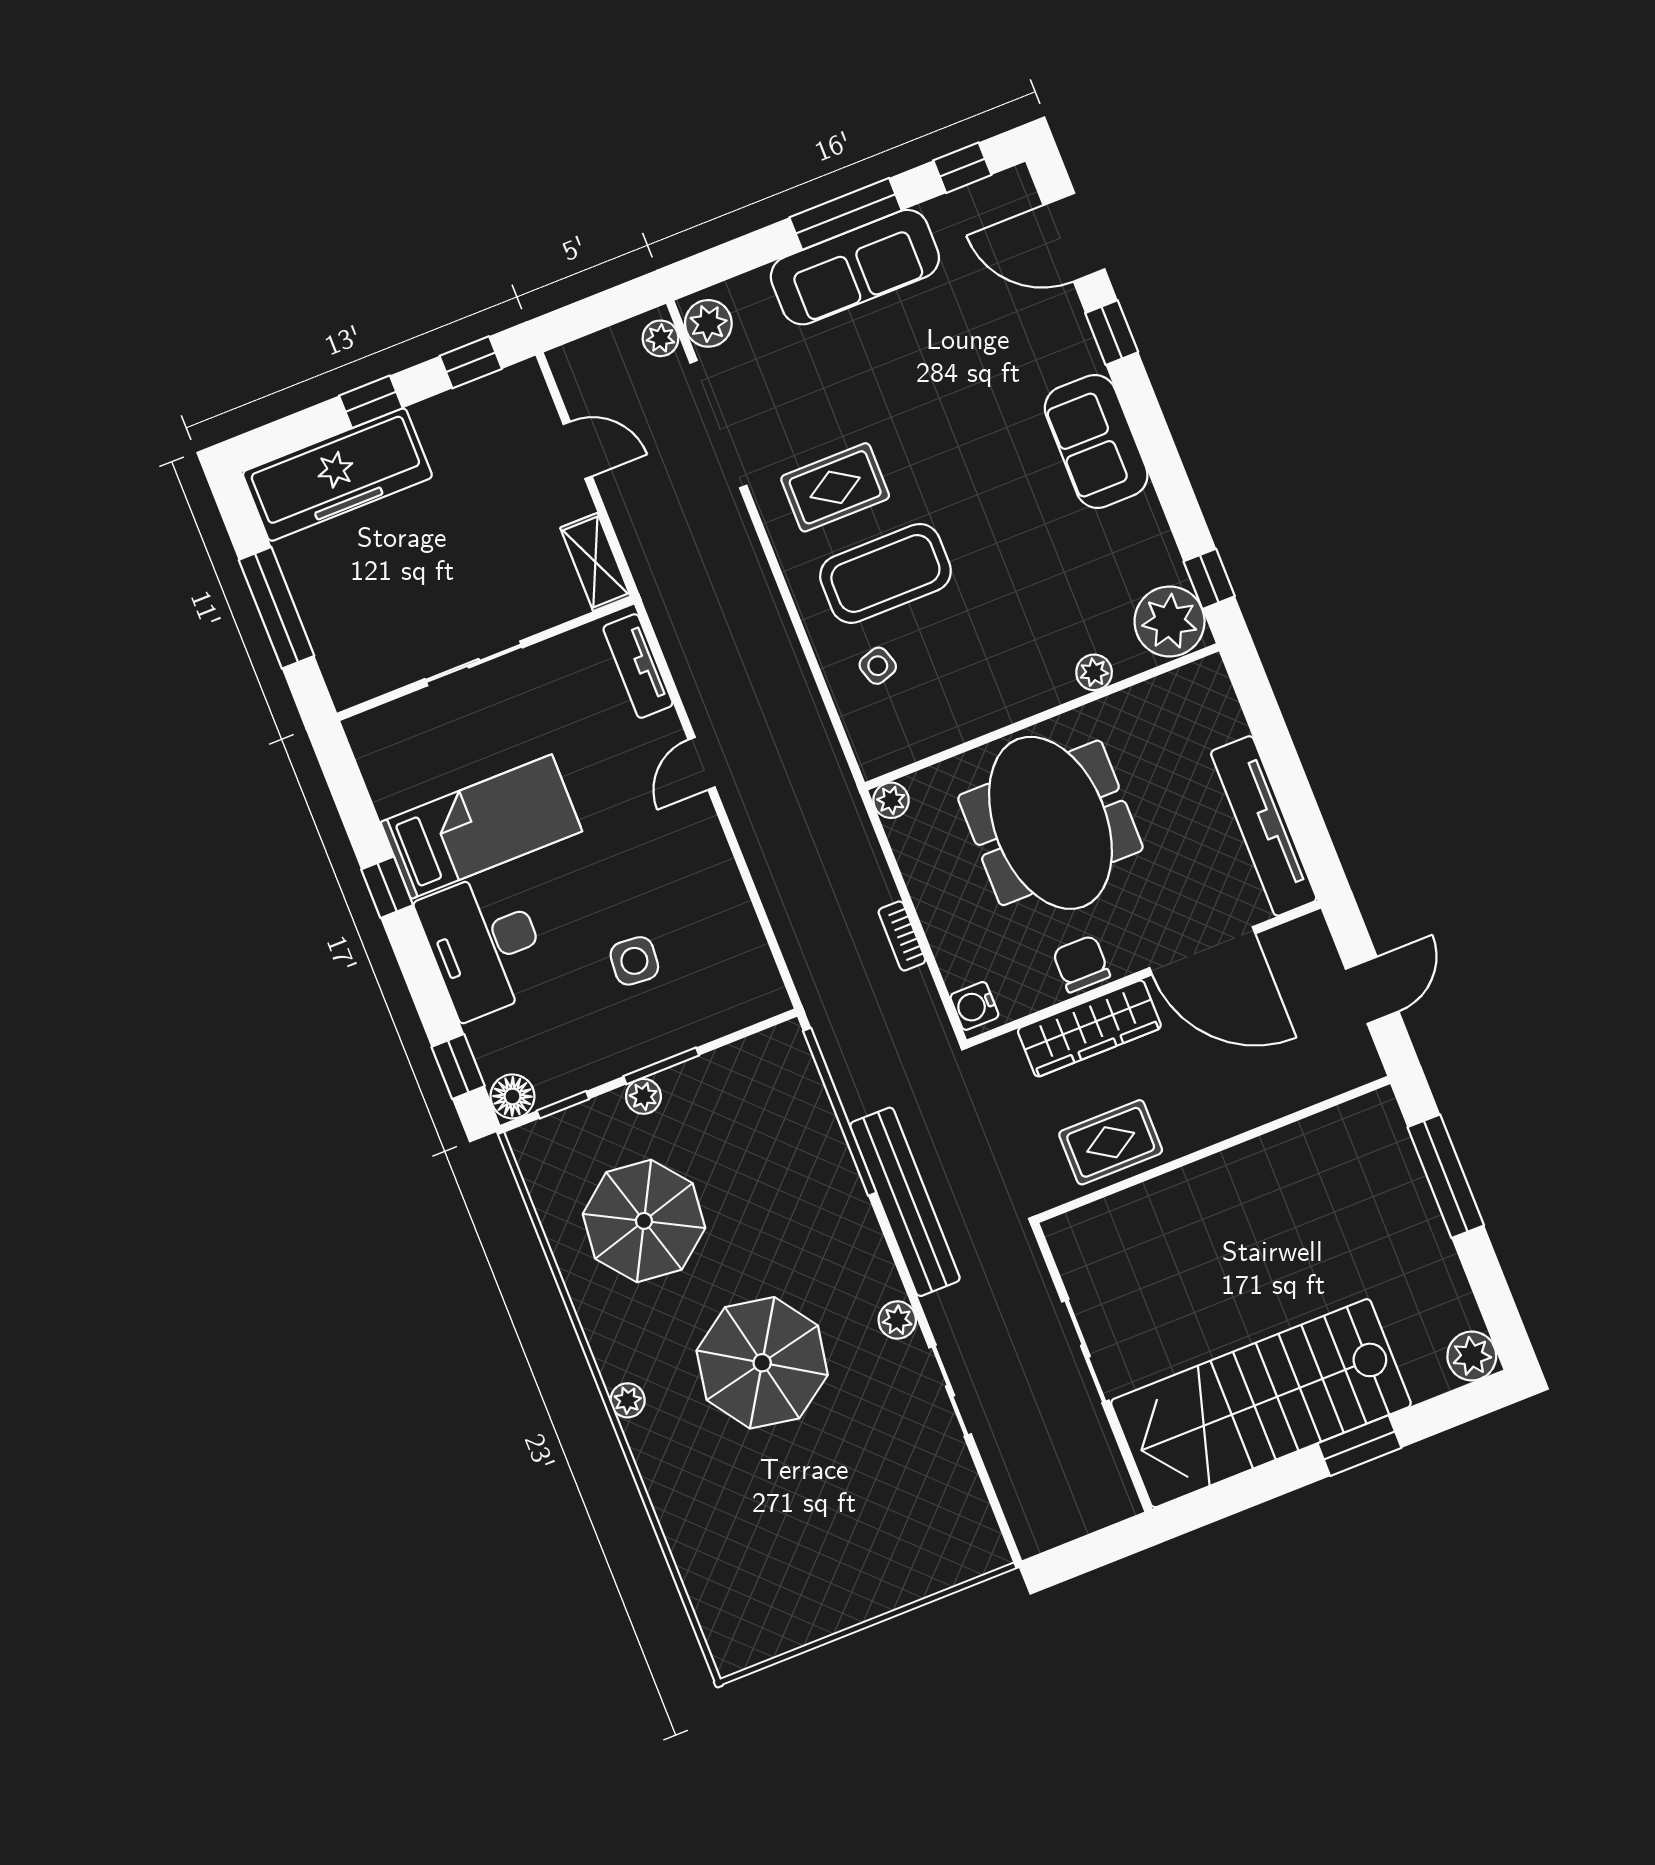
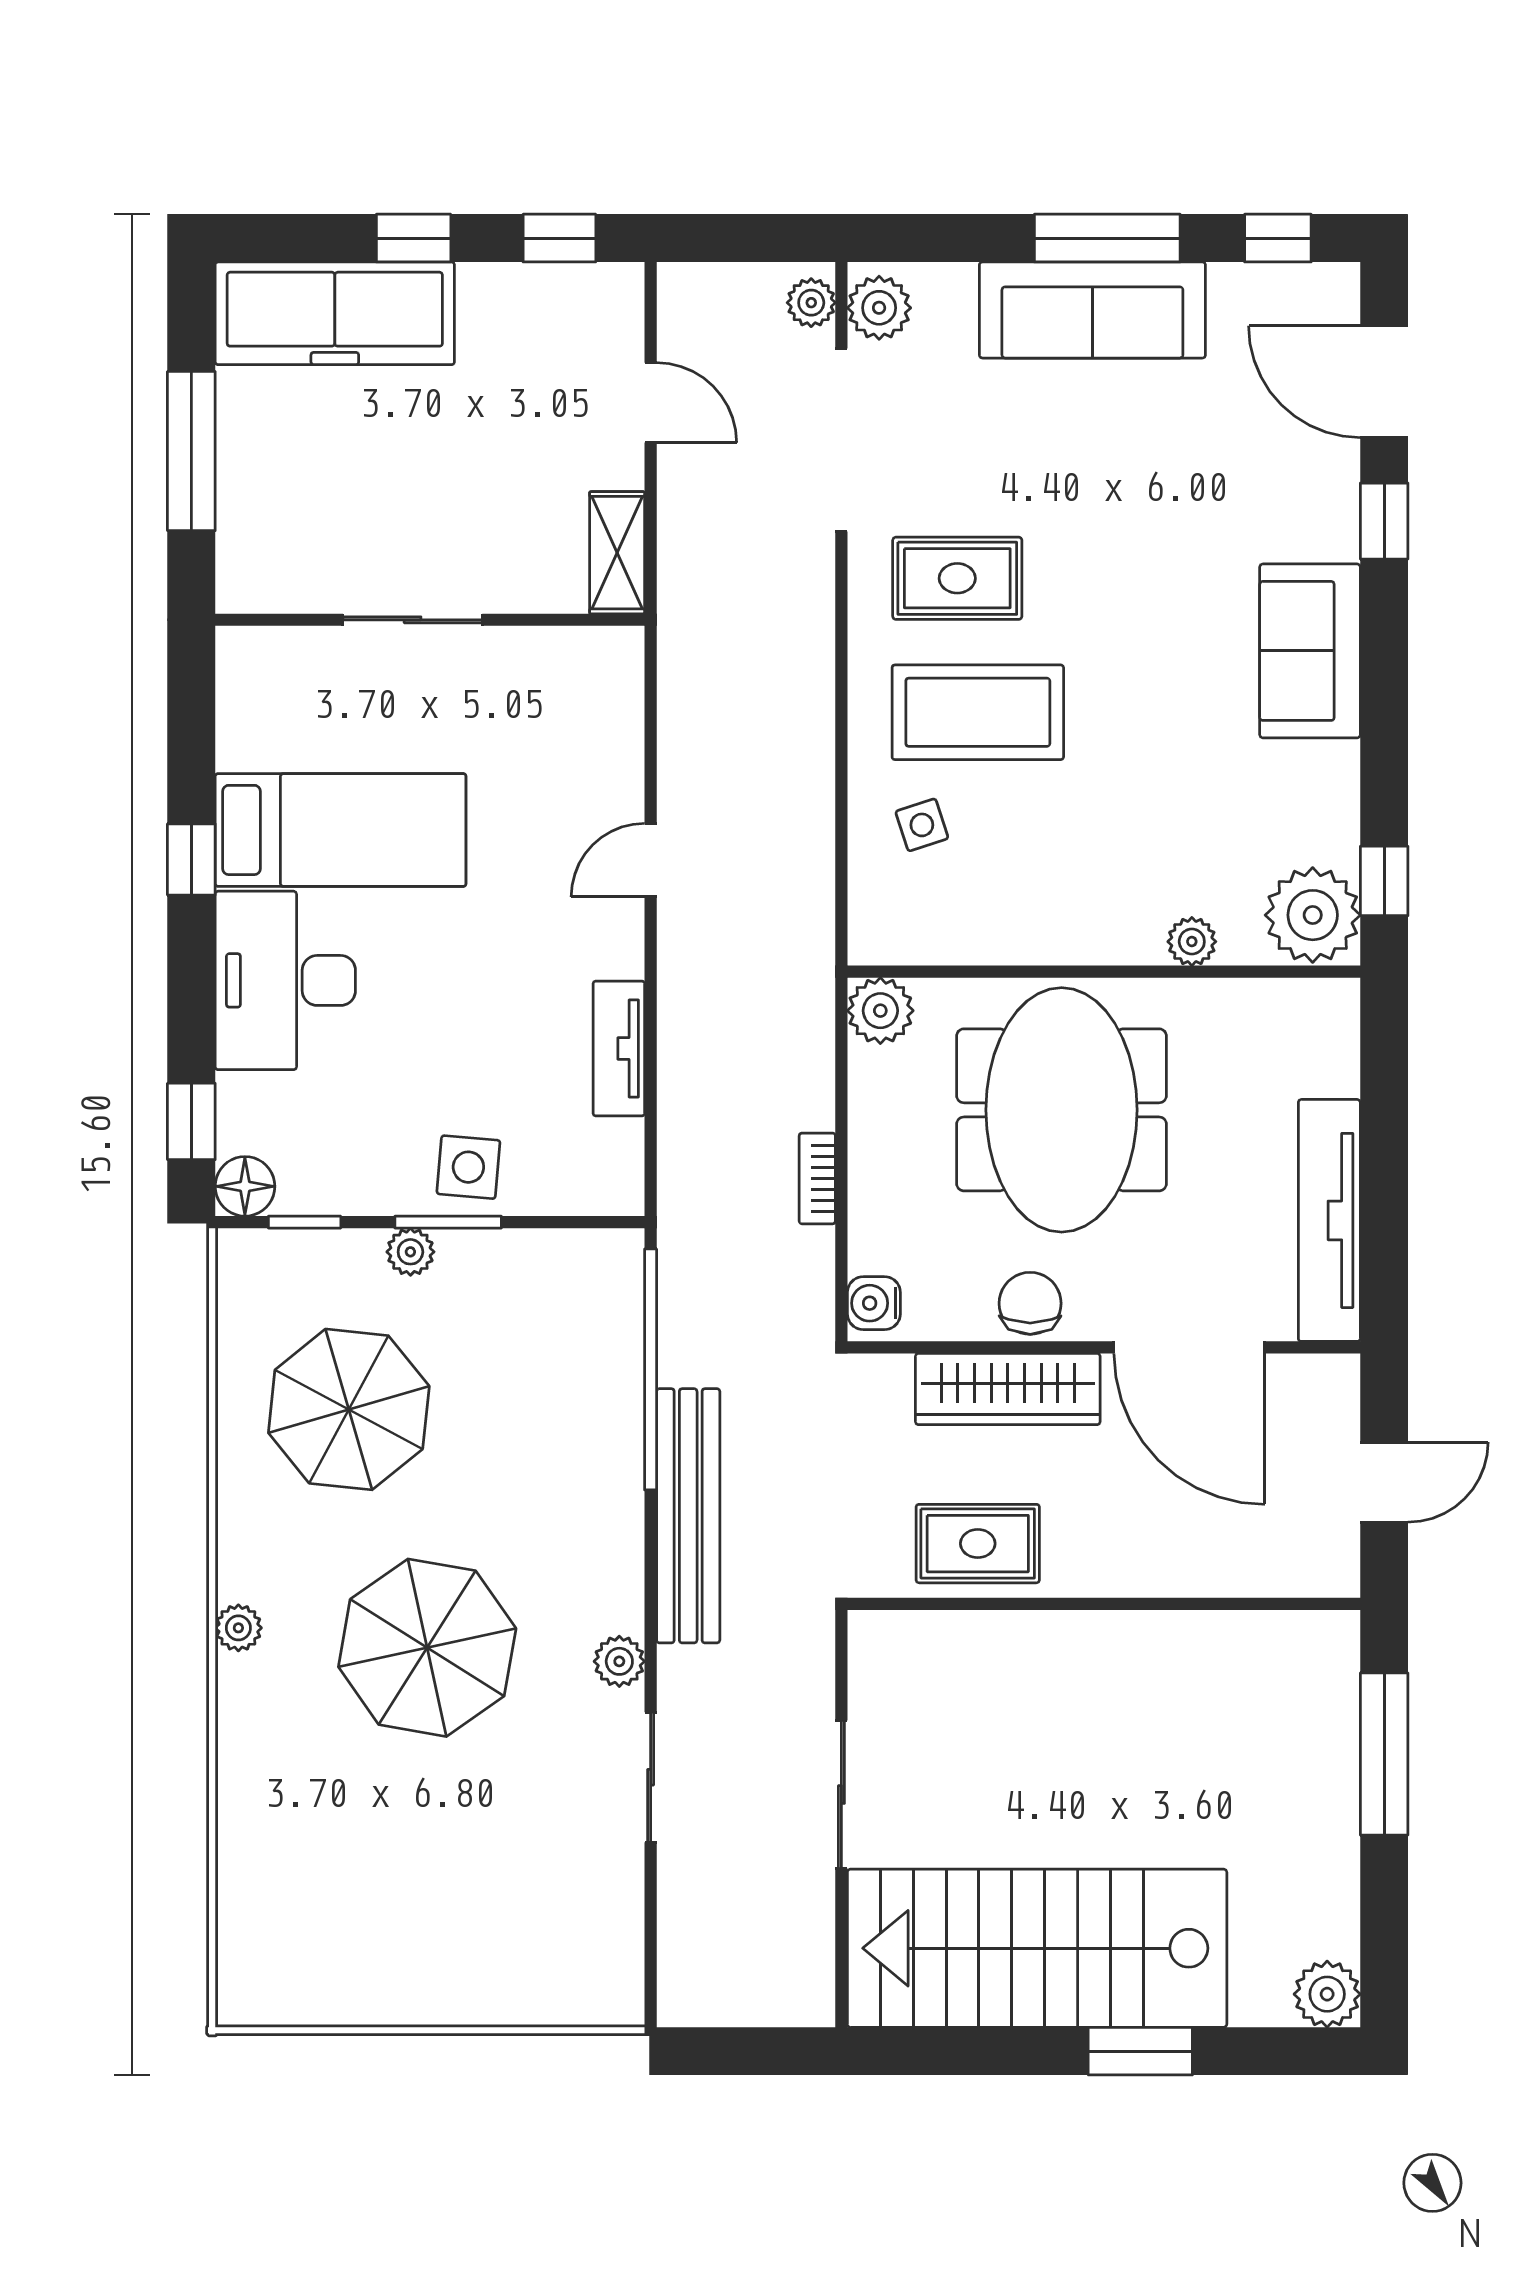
tv unit: (638, 666) -> (619, 1048), moved
plant: (891, 800) -> (880, 1011), width x1.38, depth x1.38
side table: (634, 961) -> (468, 1167), moved

